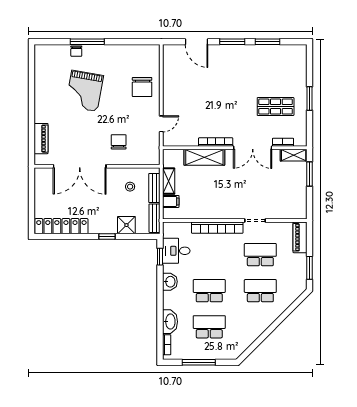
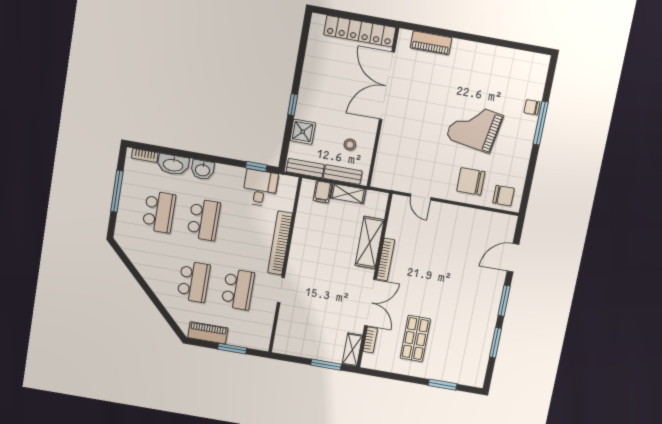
grand piano: (84, 91) -> (475, 127), moved
window: (310, 99) -> (443, 385), moved
chair: (119, 142) -> (503, 196), moved
double door: (253, 148) -> (370, 303), swing flipped
locker: (61, 226) -> (360, 31), moved, turned 90
piano: (300, 237) -> (208, 333), moved
window: (310, 268) -> (232, 349), moved
washbasin: (170, 282) -> (203, 170), moved

